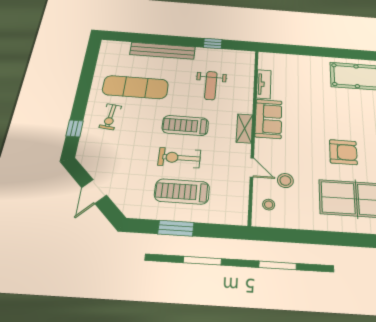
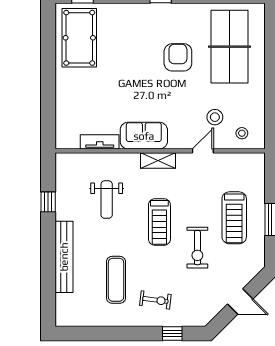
weight bench: (211, 86) -> (107, 200), turned 90
exercise mat: (135, 87) -> (116, 280), width x0.73, depth x0.69
exercise bike: (179, 158) -> (197, 248), moved

